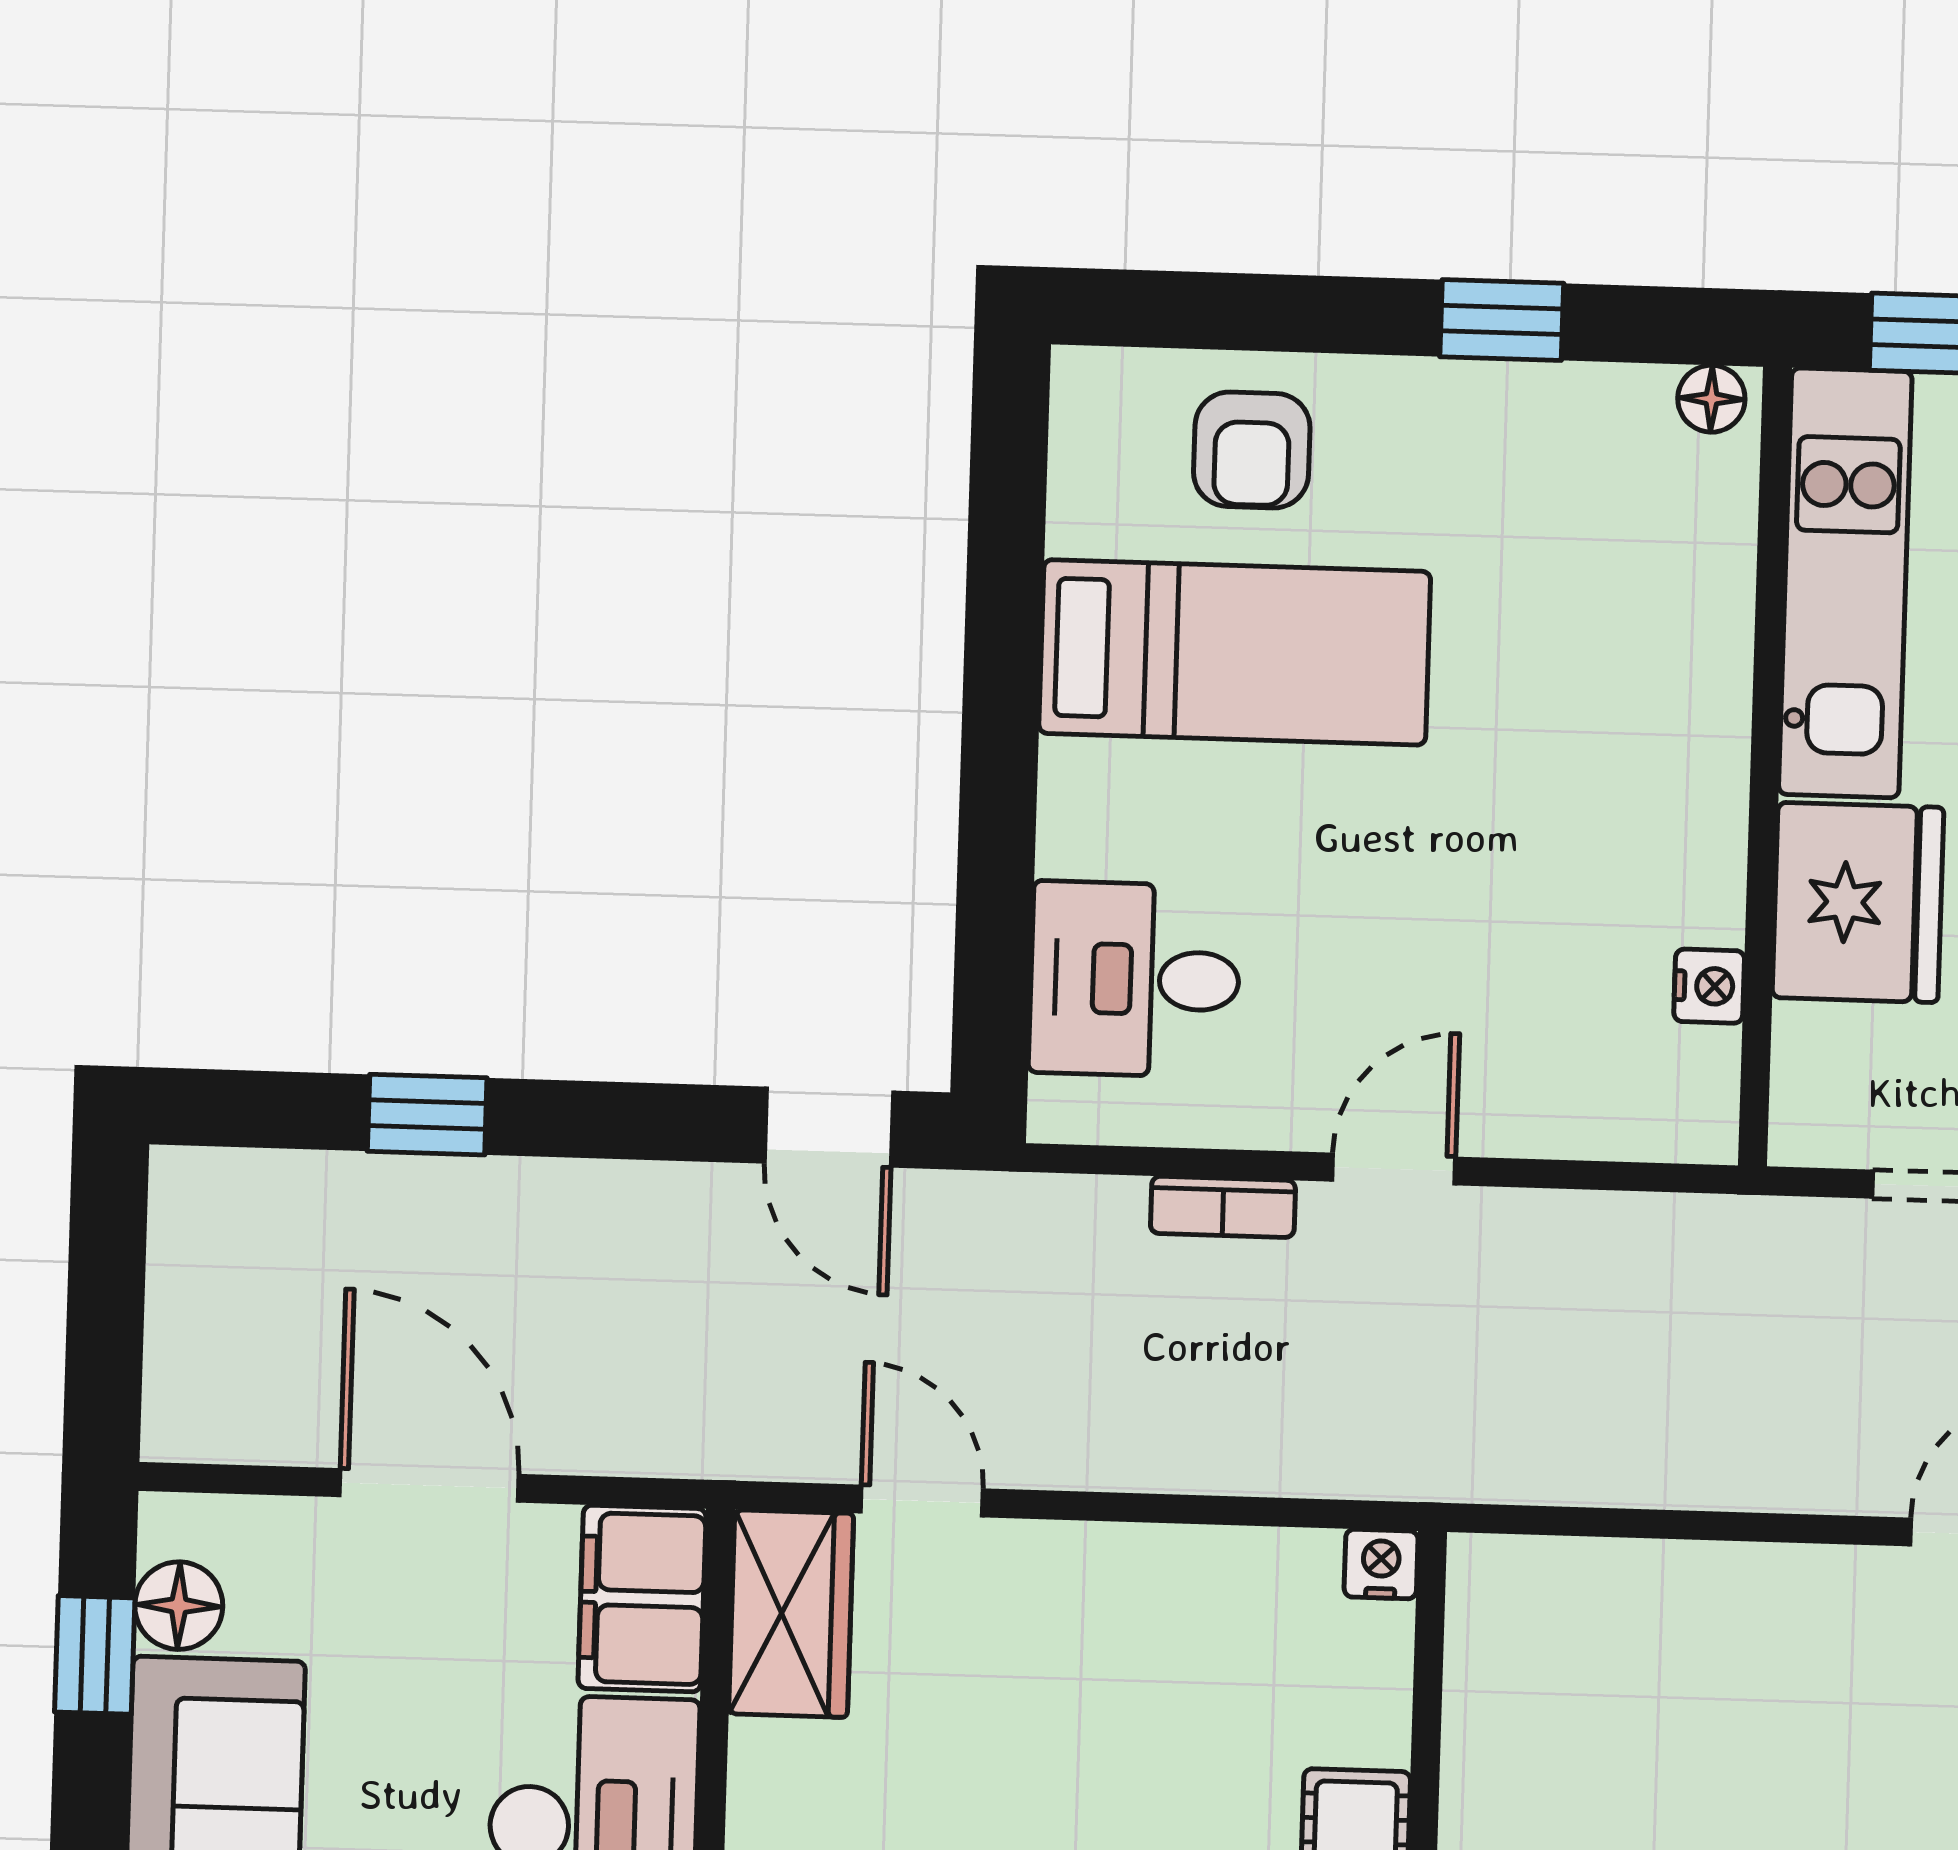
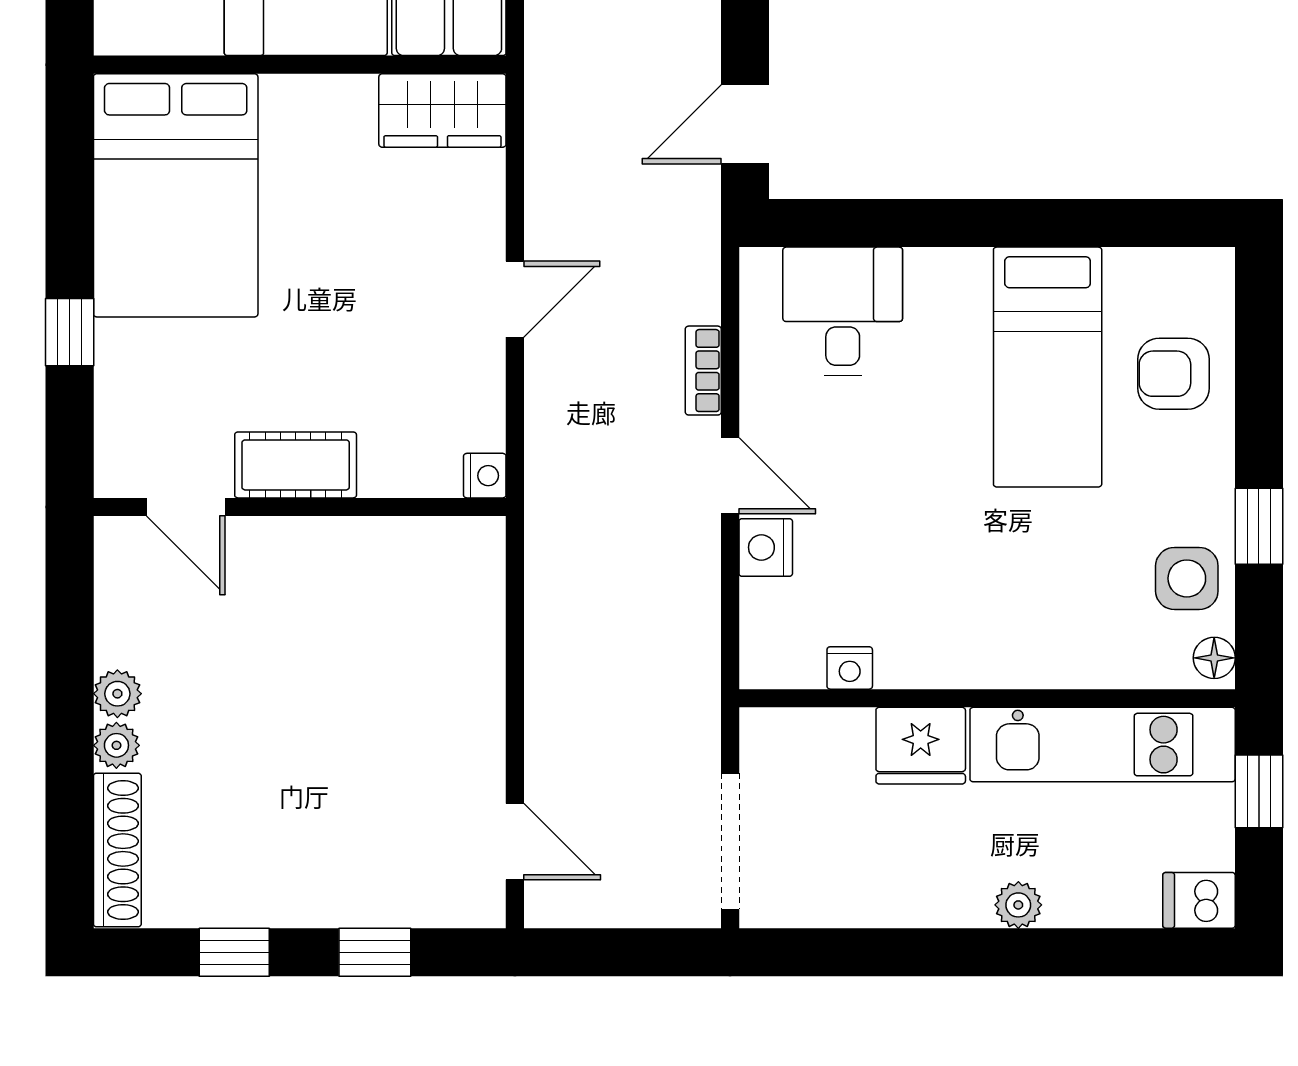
side table: (1582, 439) -> (1187, 578), added
fridge: (1858, 902) -> (921, 746), width x0.73, depth x0.75
nightstand: (1511, 1115) -> (766, 547), added
door: (922, 1501) -> (515, 299), moved

